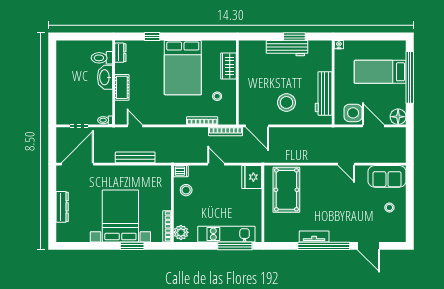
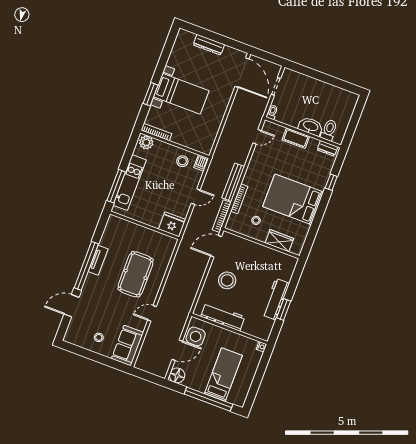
bench: (135, 157) -> (233, 182), moved
pool table: (286, 190) -> (136, 274), moved, turned 90
bed with nightstands: (120, 216) -> (181, 94), width x0.73

